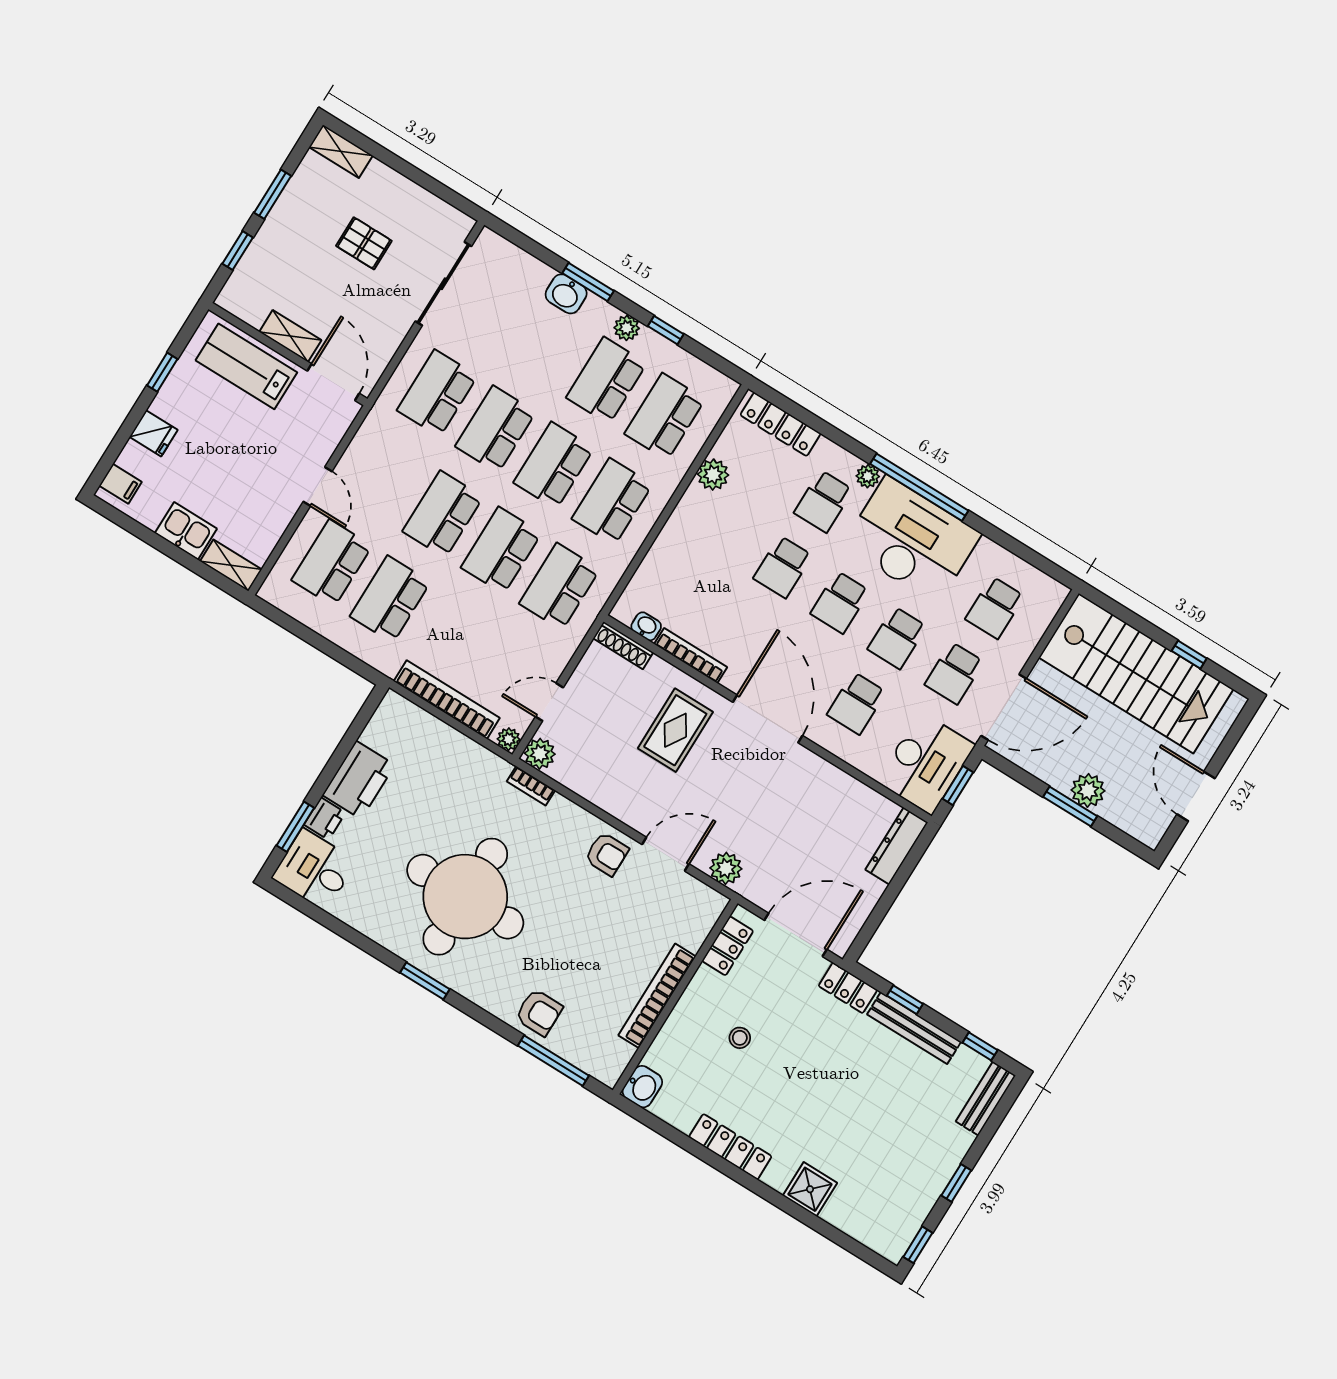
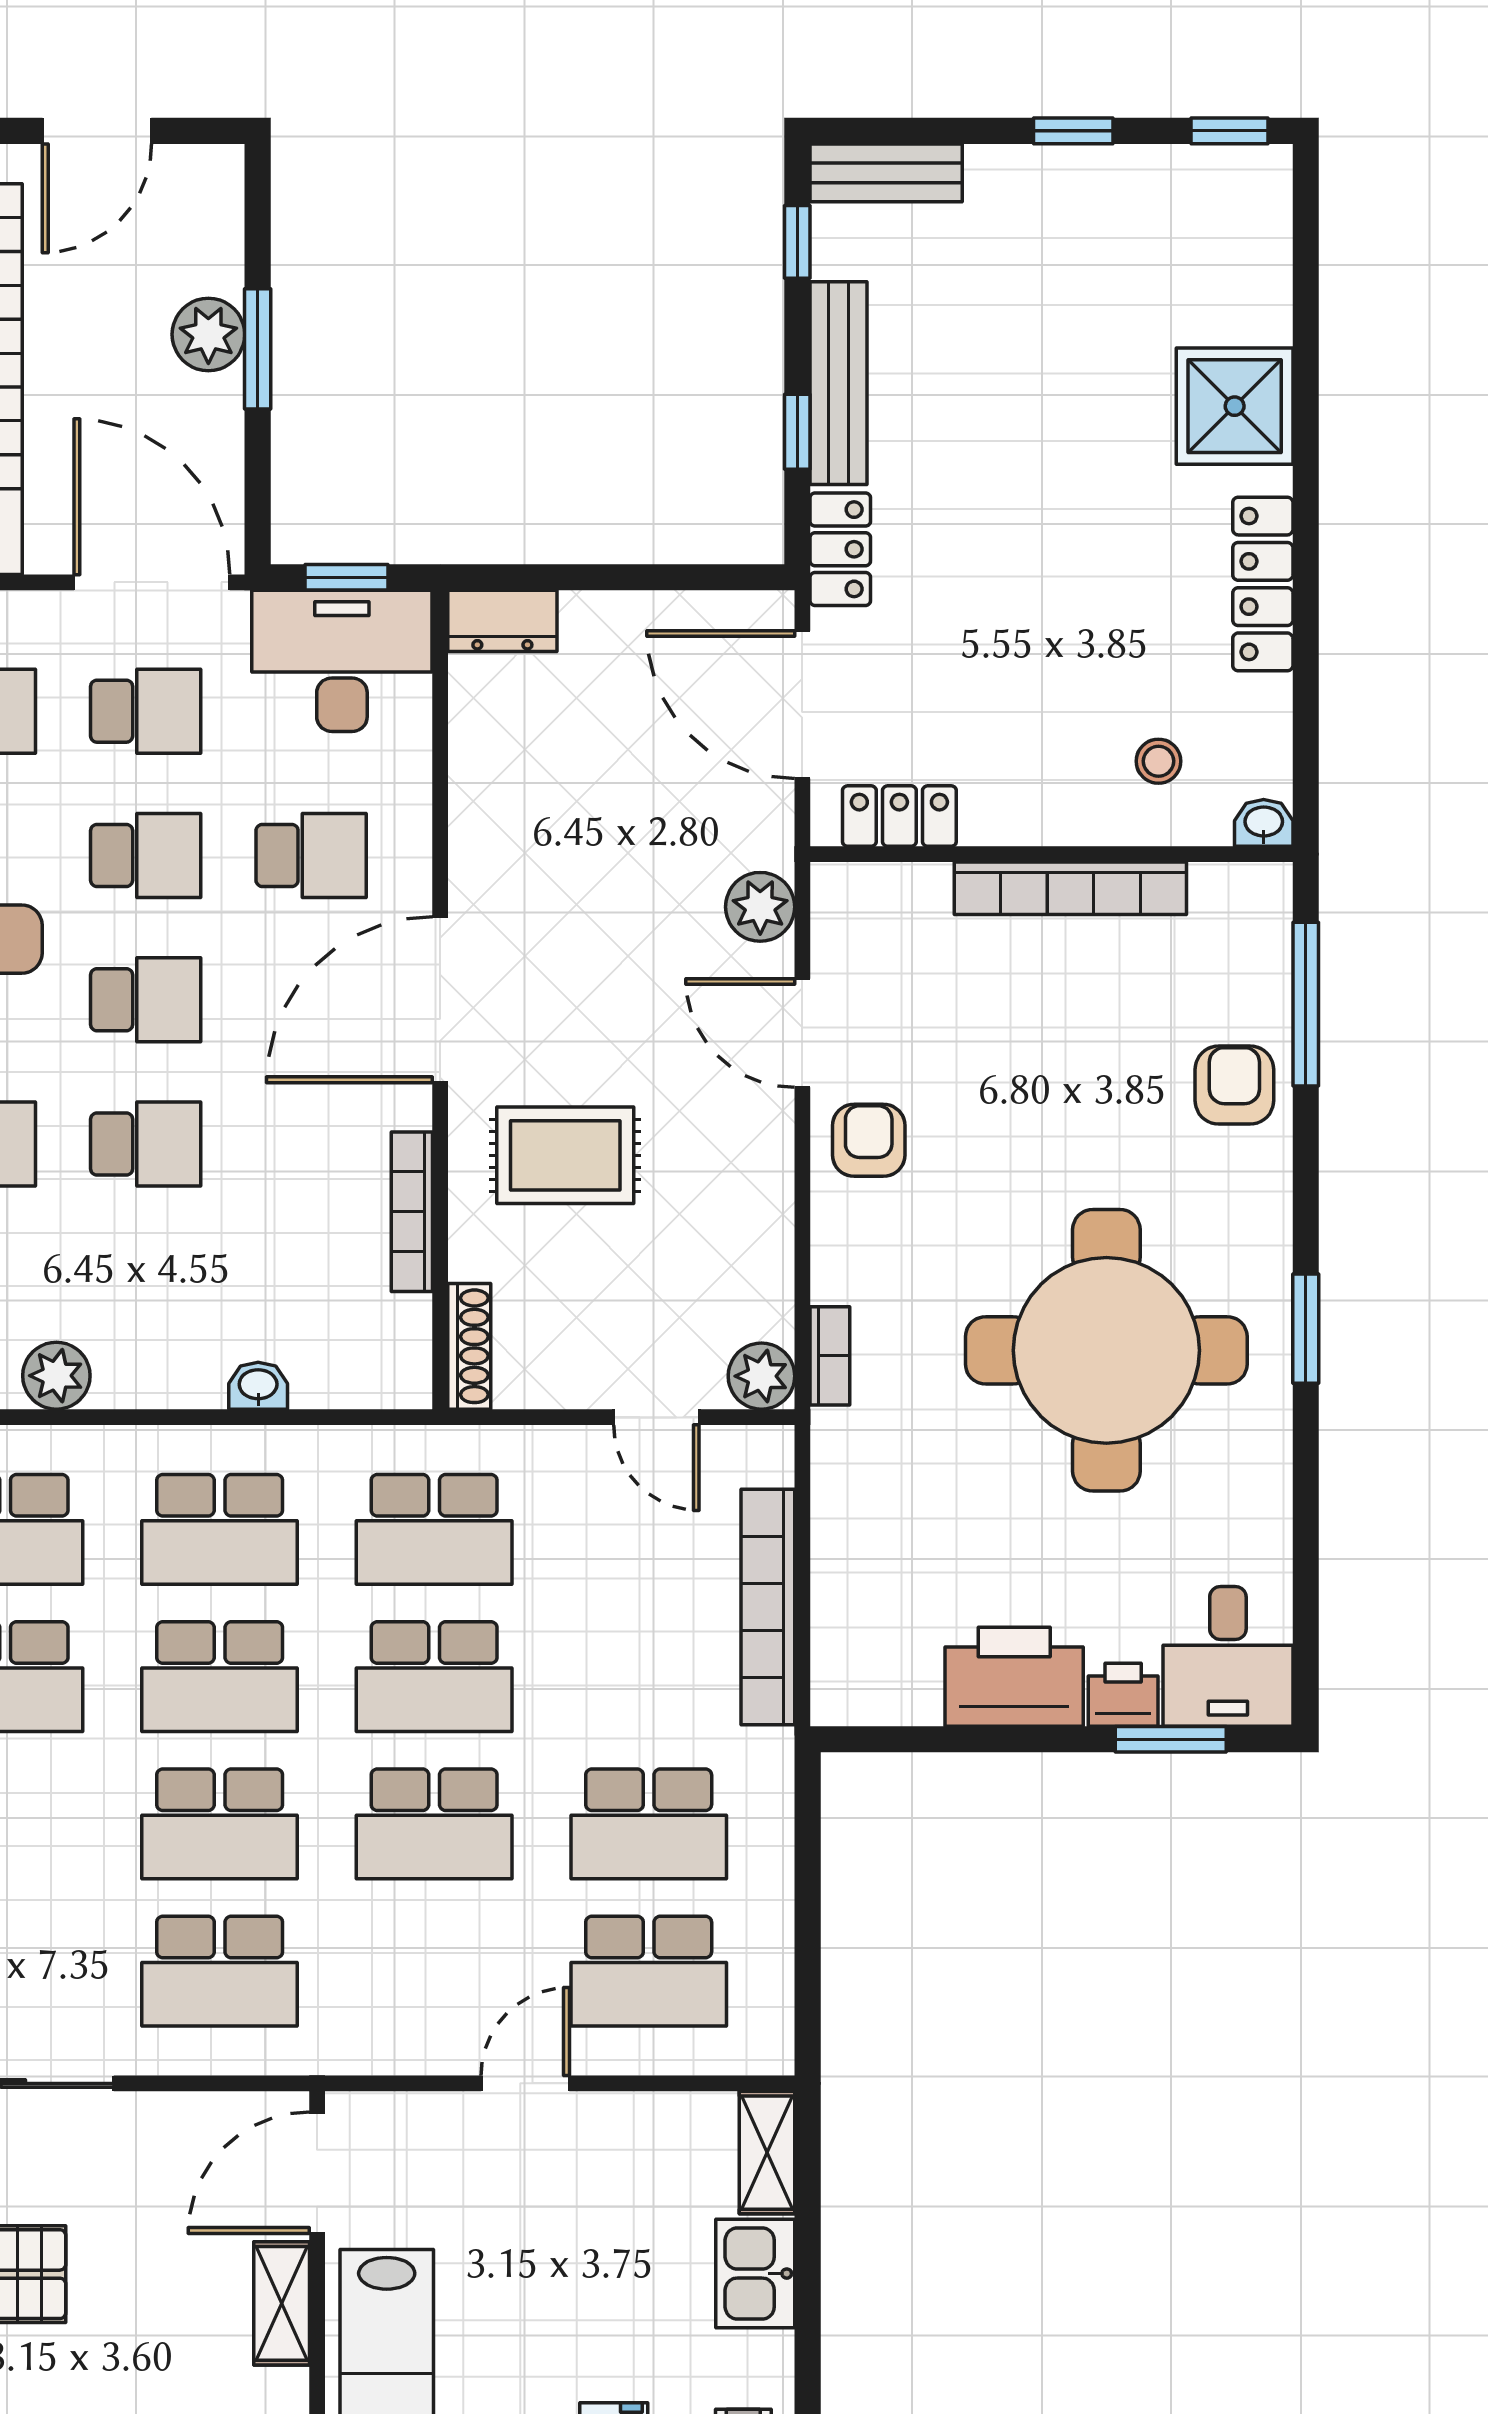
washbasin: (646, 626) -> (258, 1386), moved, turned 90
plant: (509, 739) -> (770, 1449), removed
dresser: (897, 846) -> (502, 621), width x0.70
stool: (740, 1038) -> (1158, 761), moved
washbasin: (642, 1087) -> (1264, 823), width x0.72, depth x0.69
shower: (810, 1189) -> (1235, 406), width x1.36, depth x1.36

